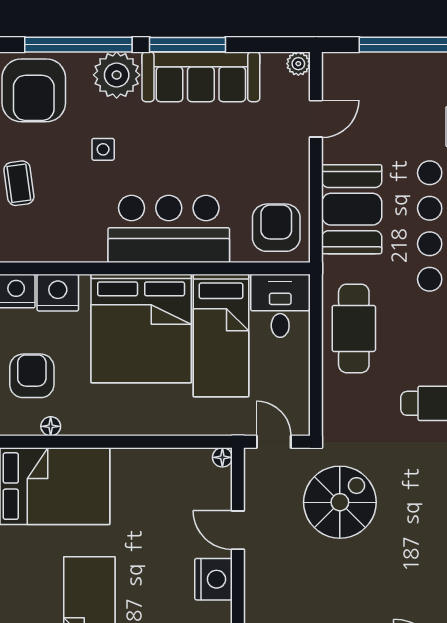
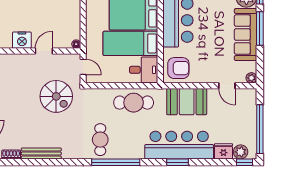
door: (274, 442) -> (83, 67), hinge flipped

